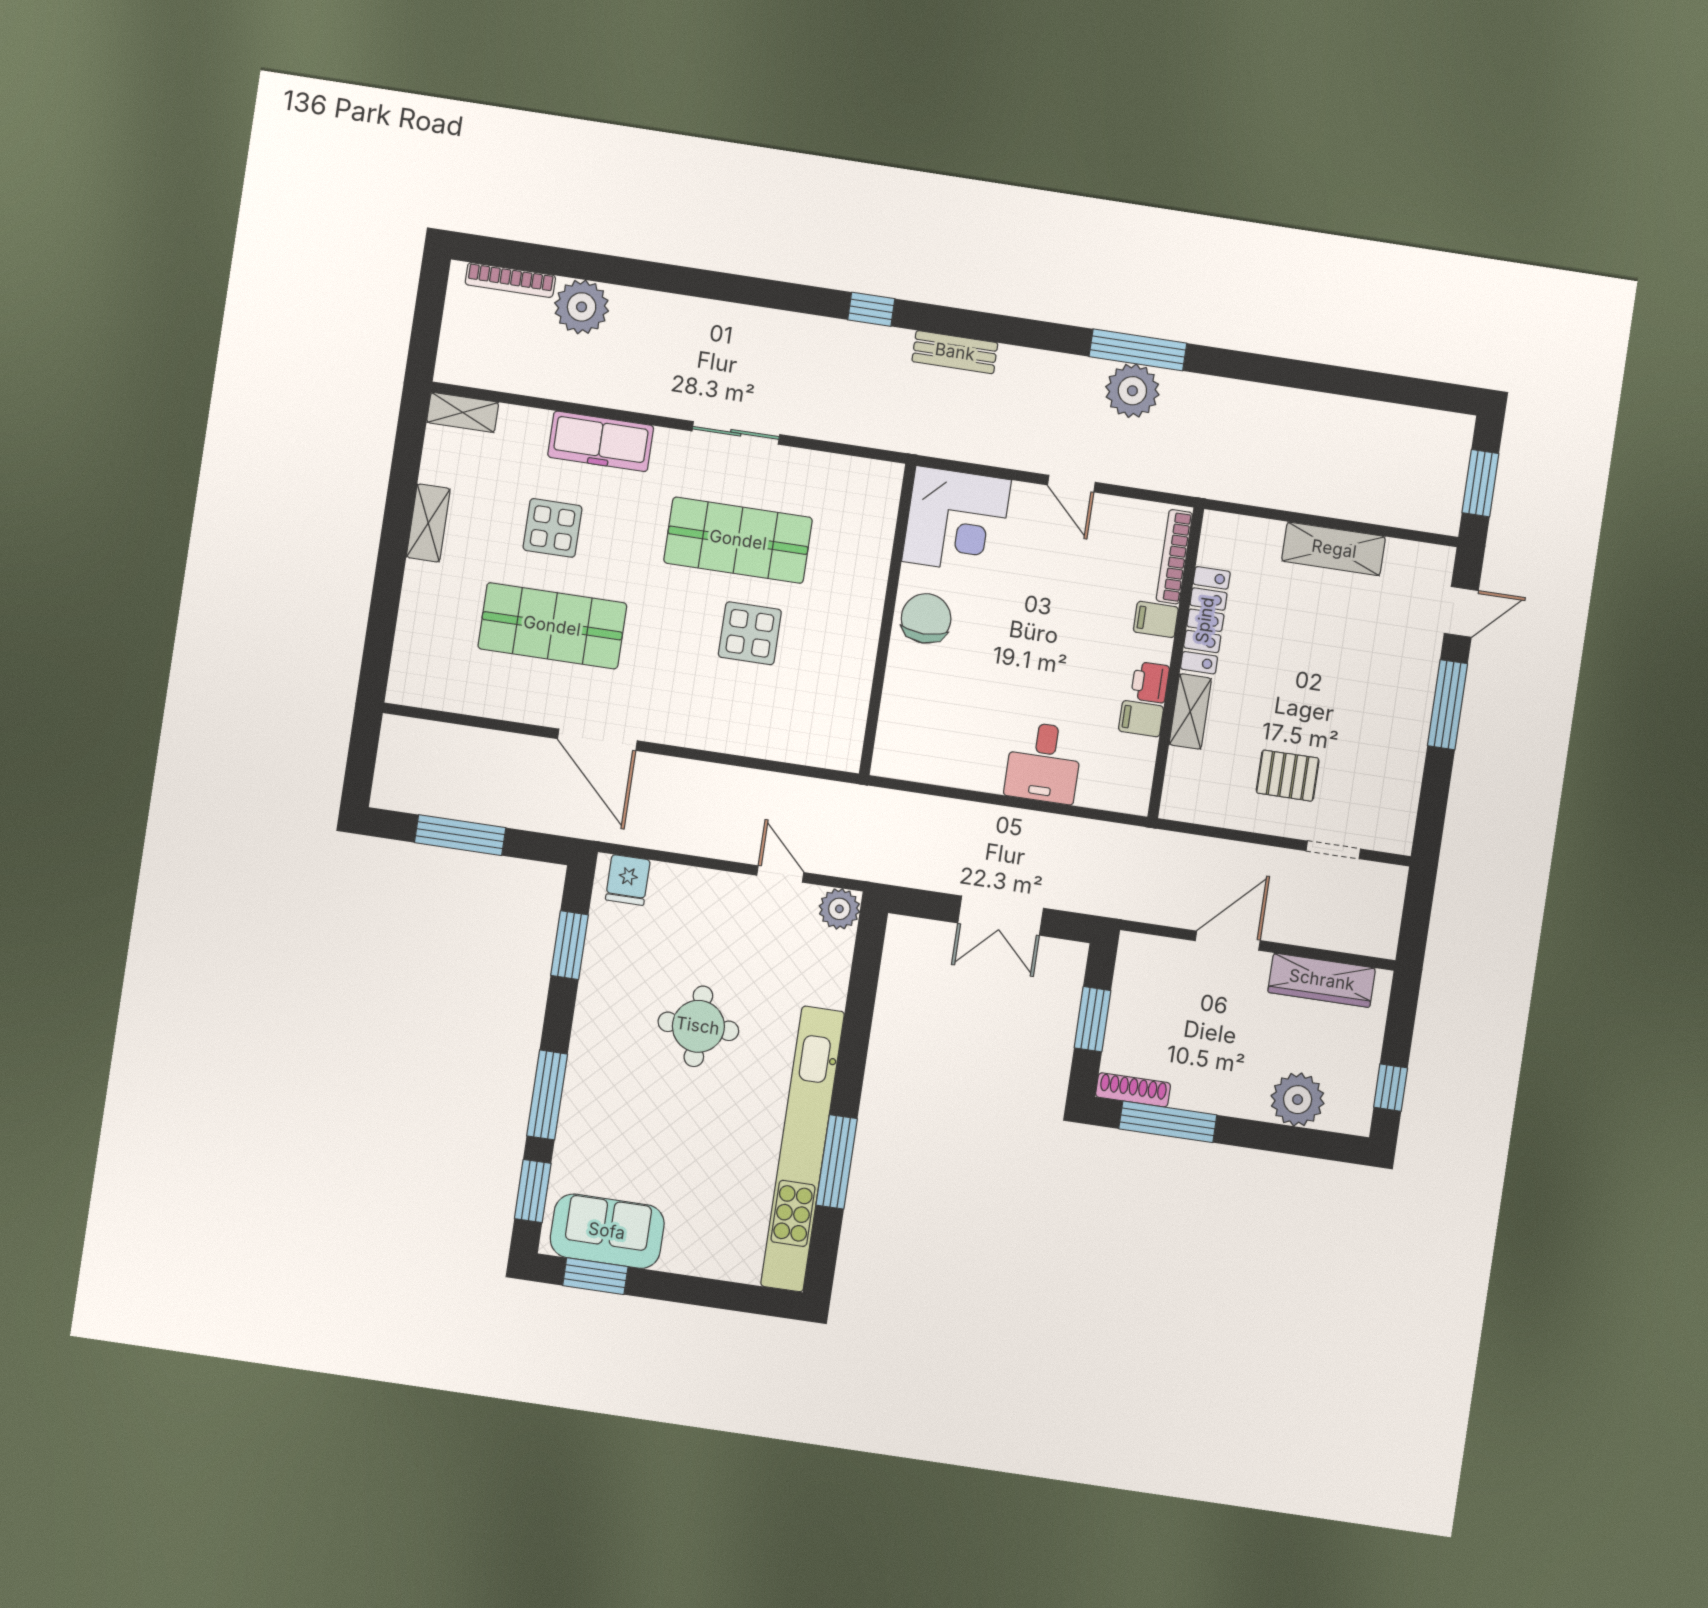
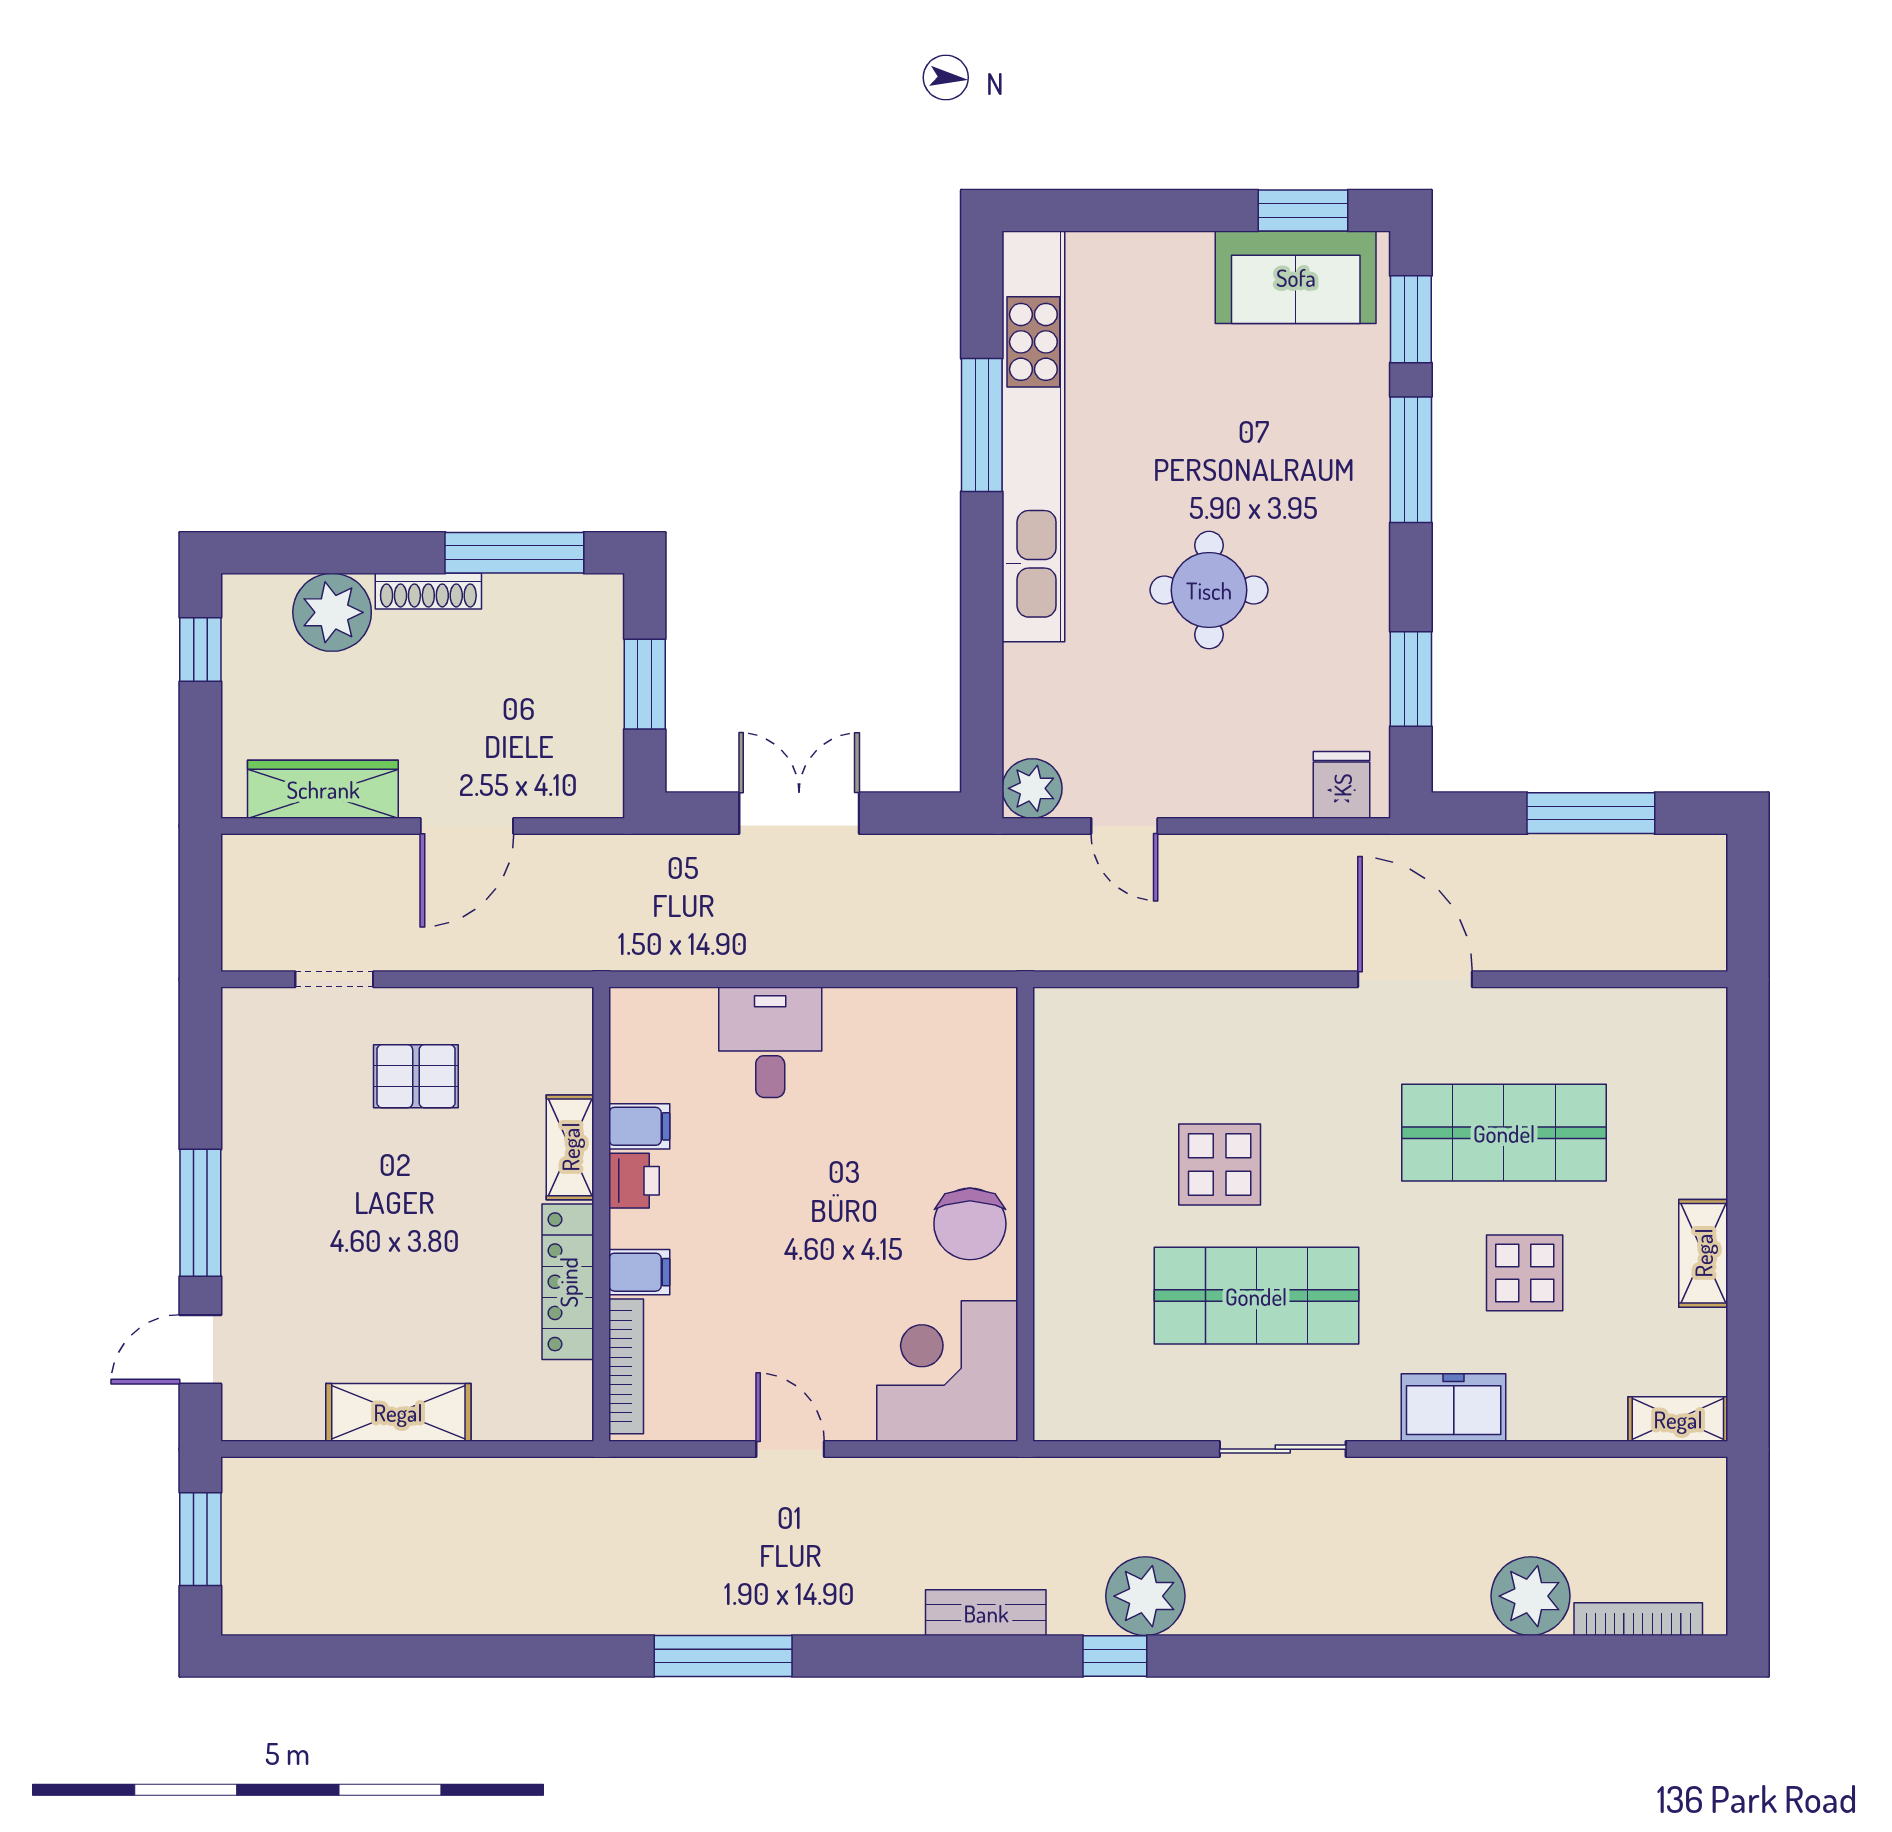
plant: (1132, 391) -> (1145, 1596), moved
freezer: (601, 441) -> (1454, 1407), width x0.71
shoe rack: (1133, 1090) -> (428, 591), moved

